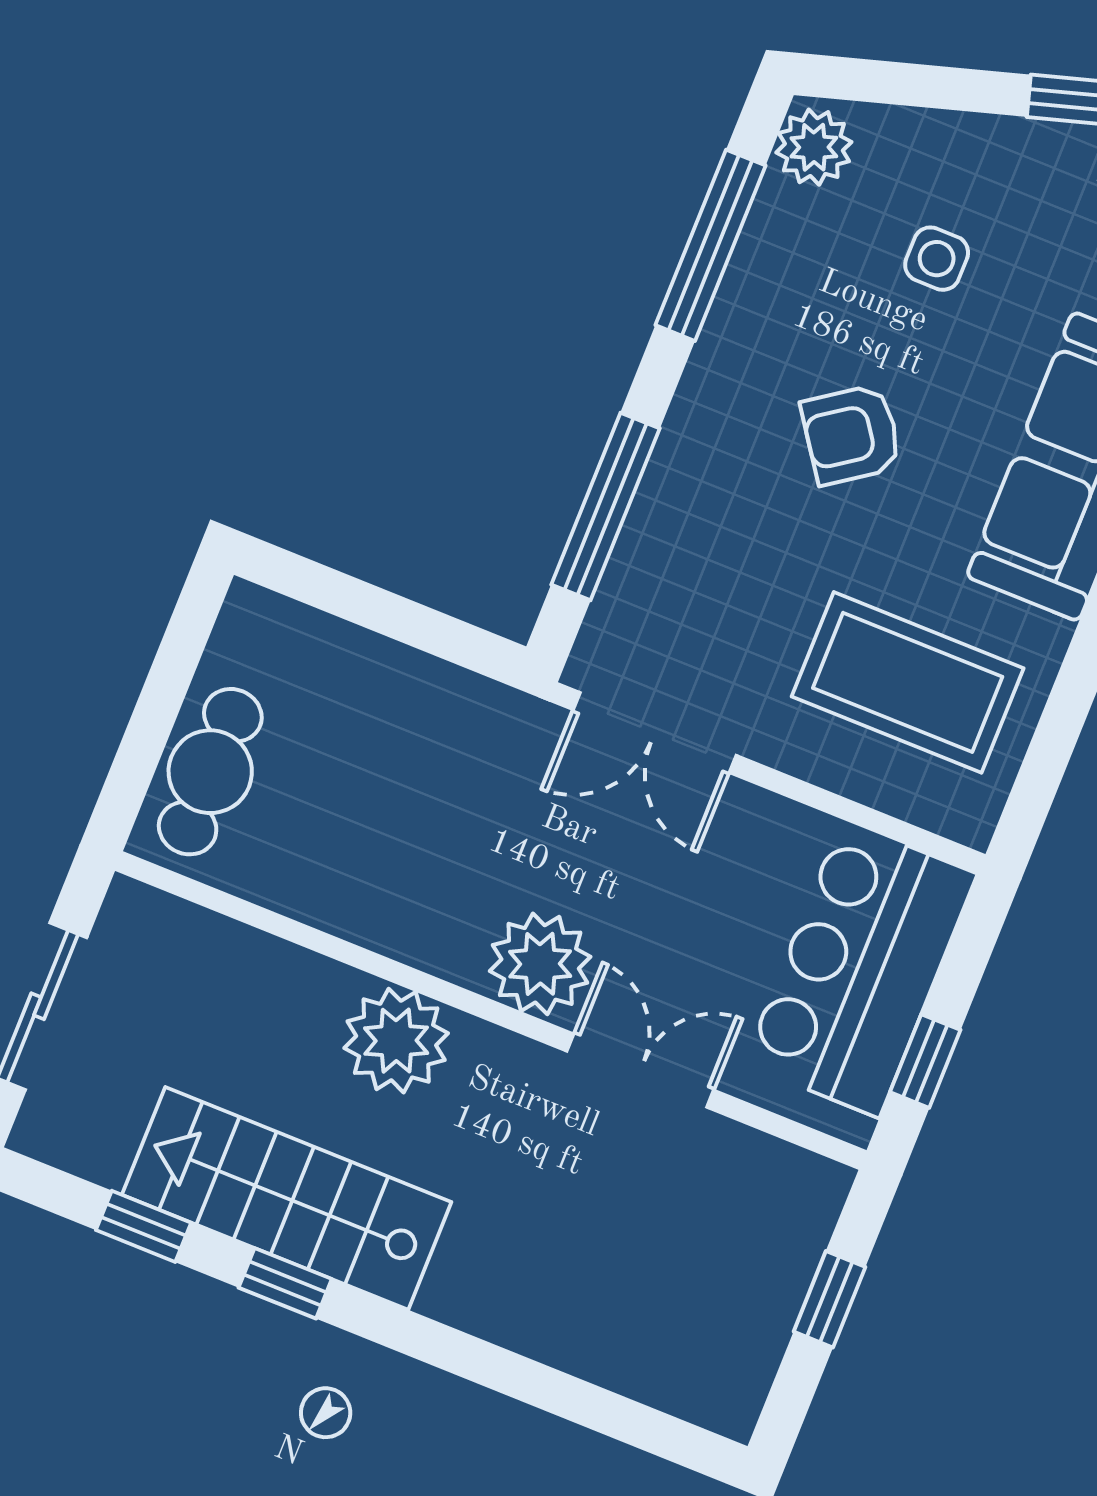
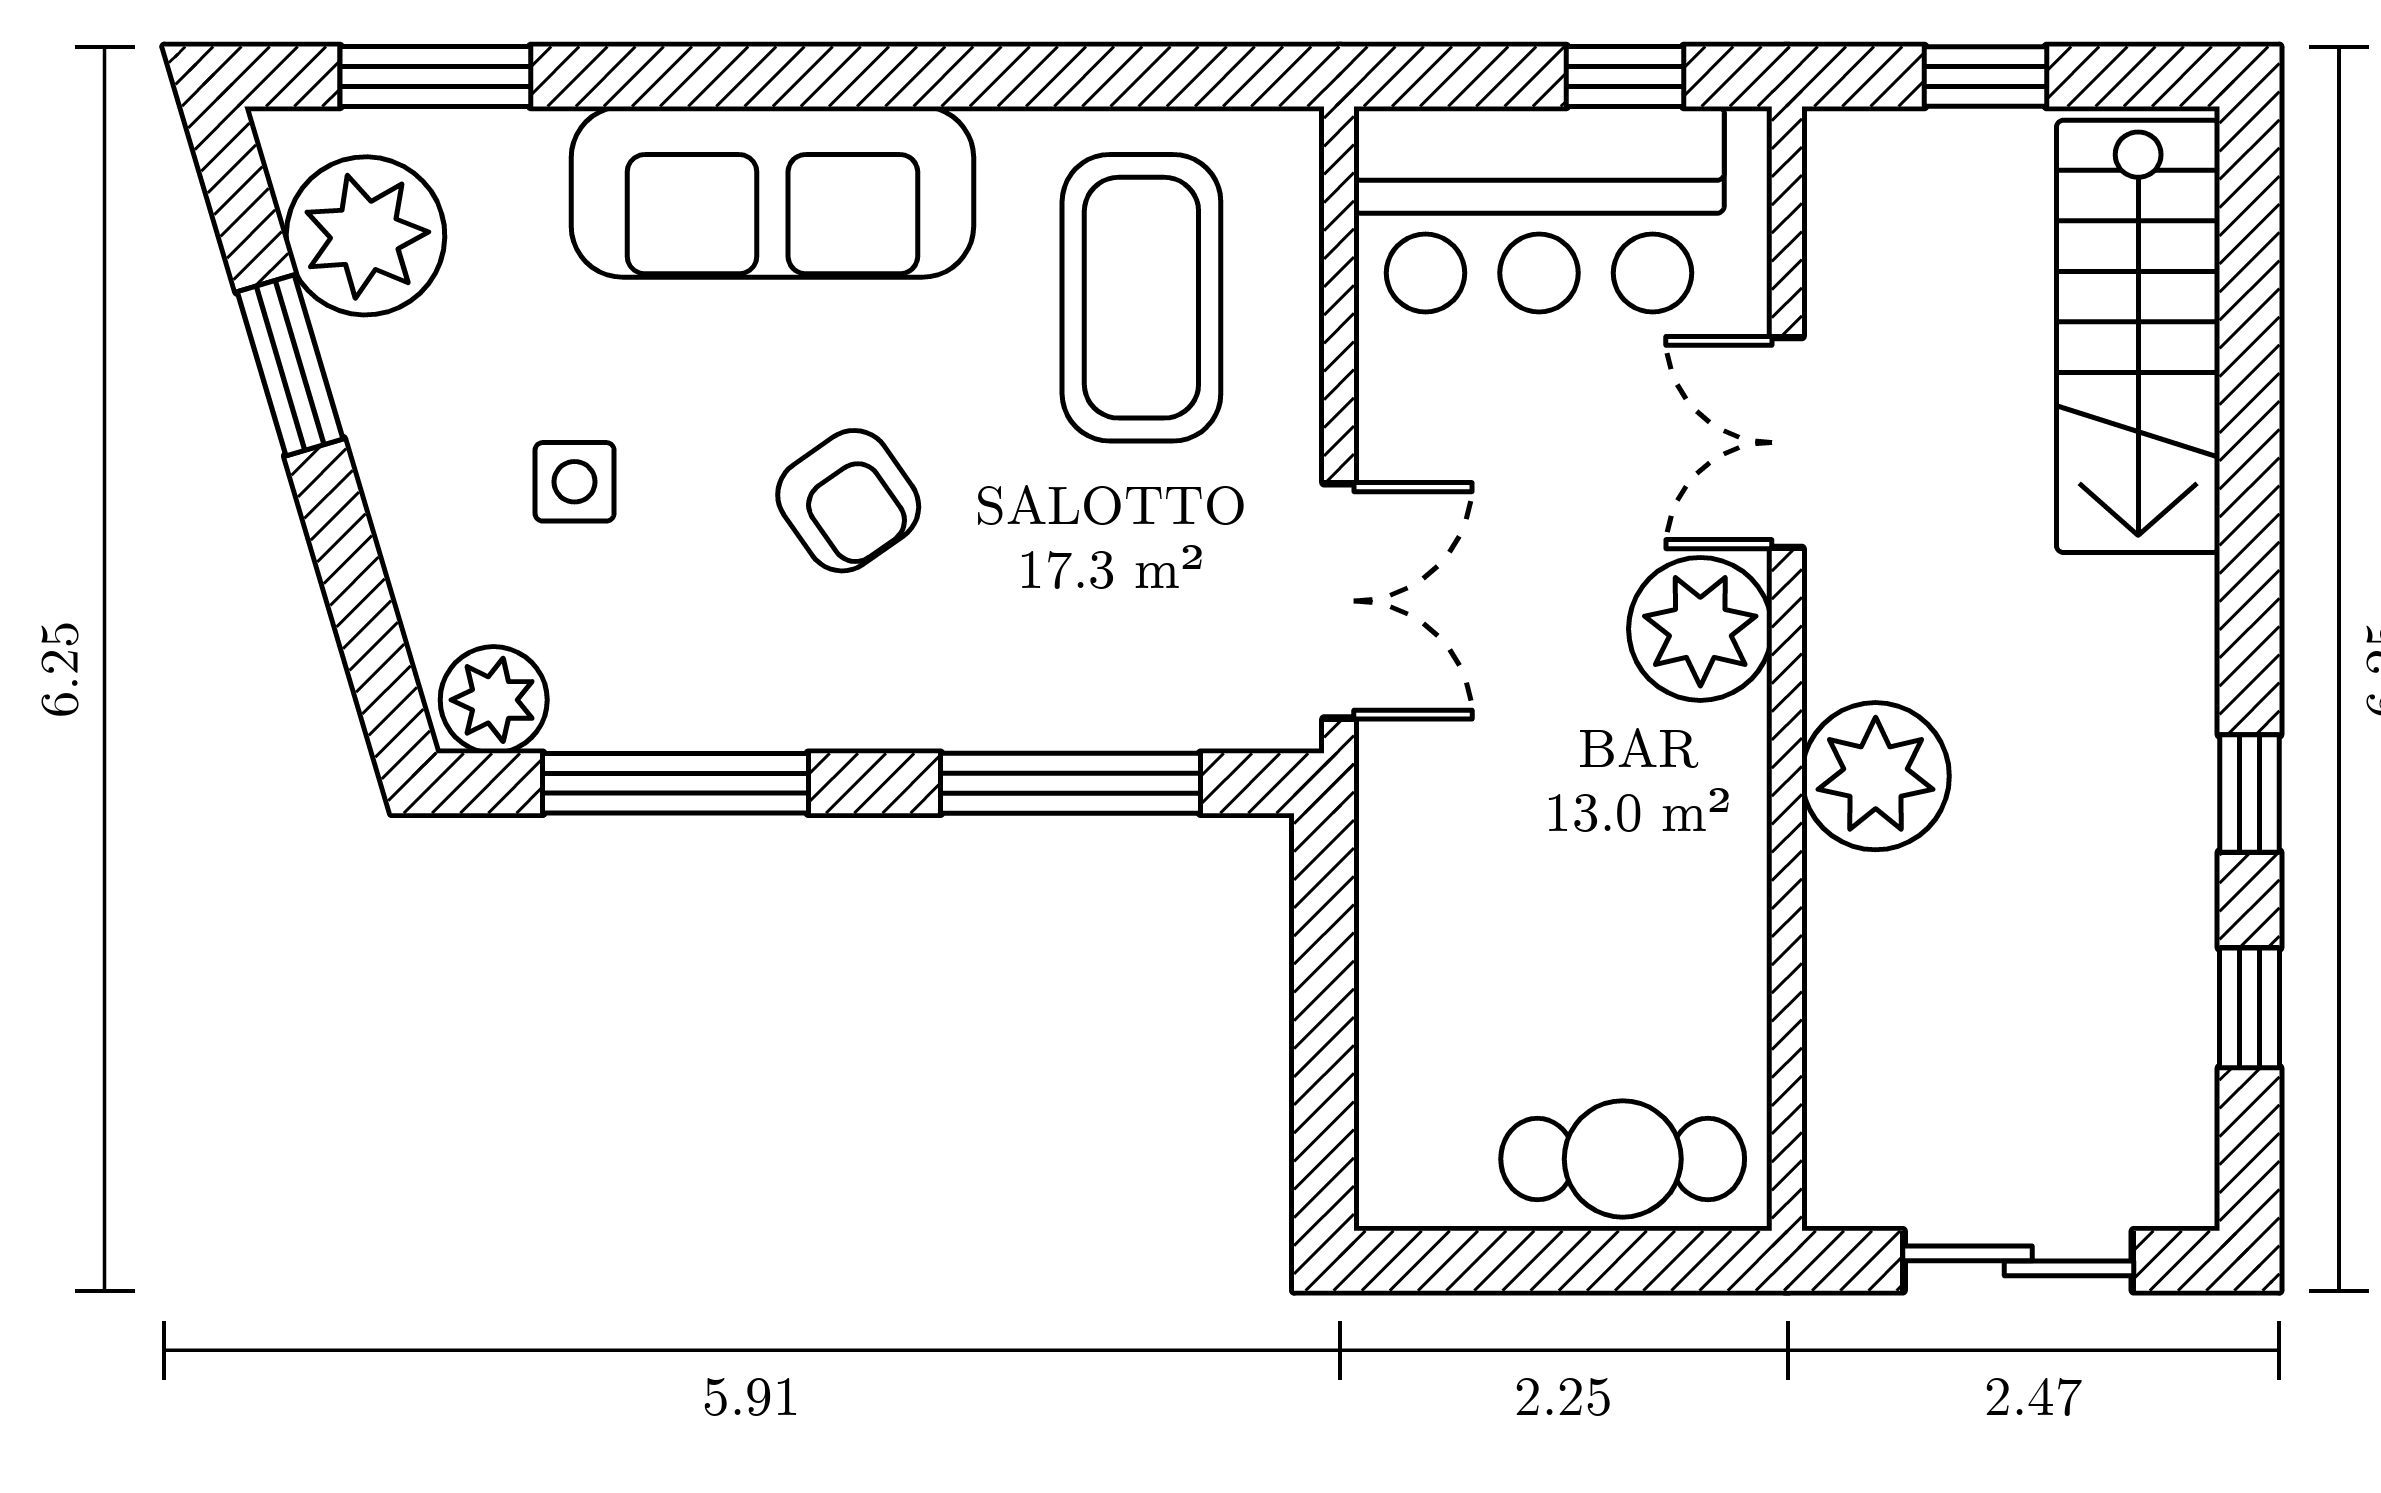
stairs: (287, 1198) -> (2138, 336), moved

